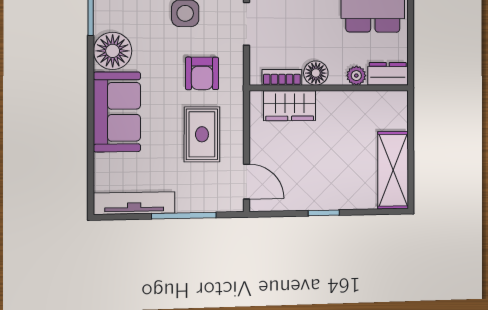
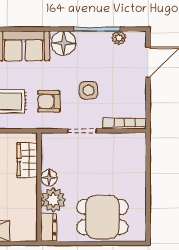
plant: (356, 76) -> (53, 200), width x1.88, depth x1.88
bookcase: (282, 77) -> (46, 155), removed

